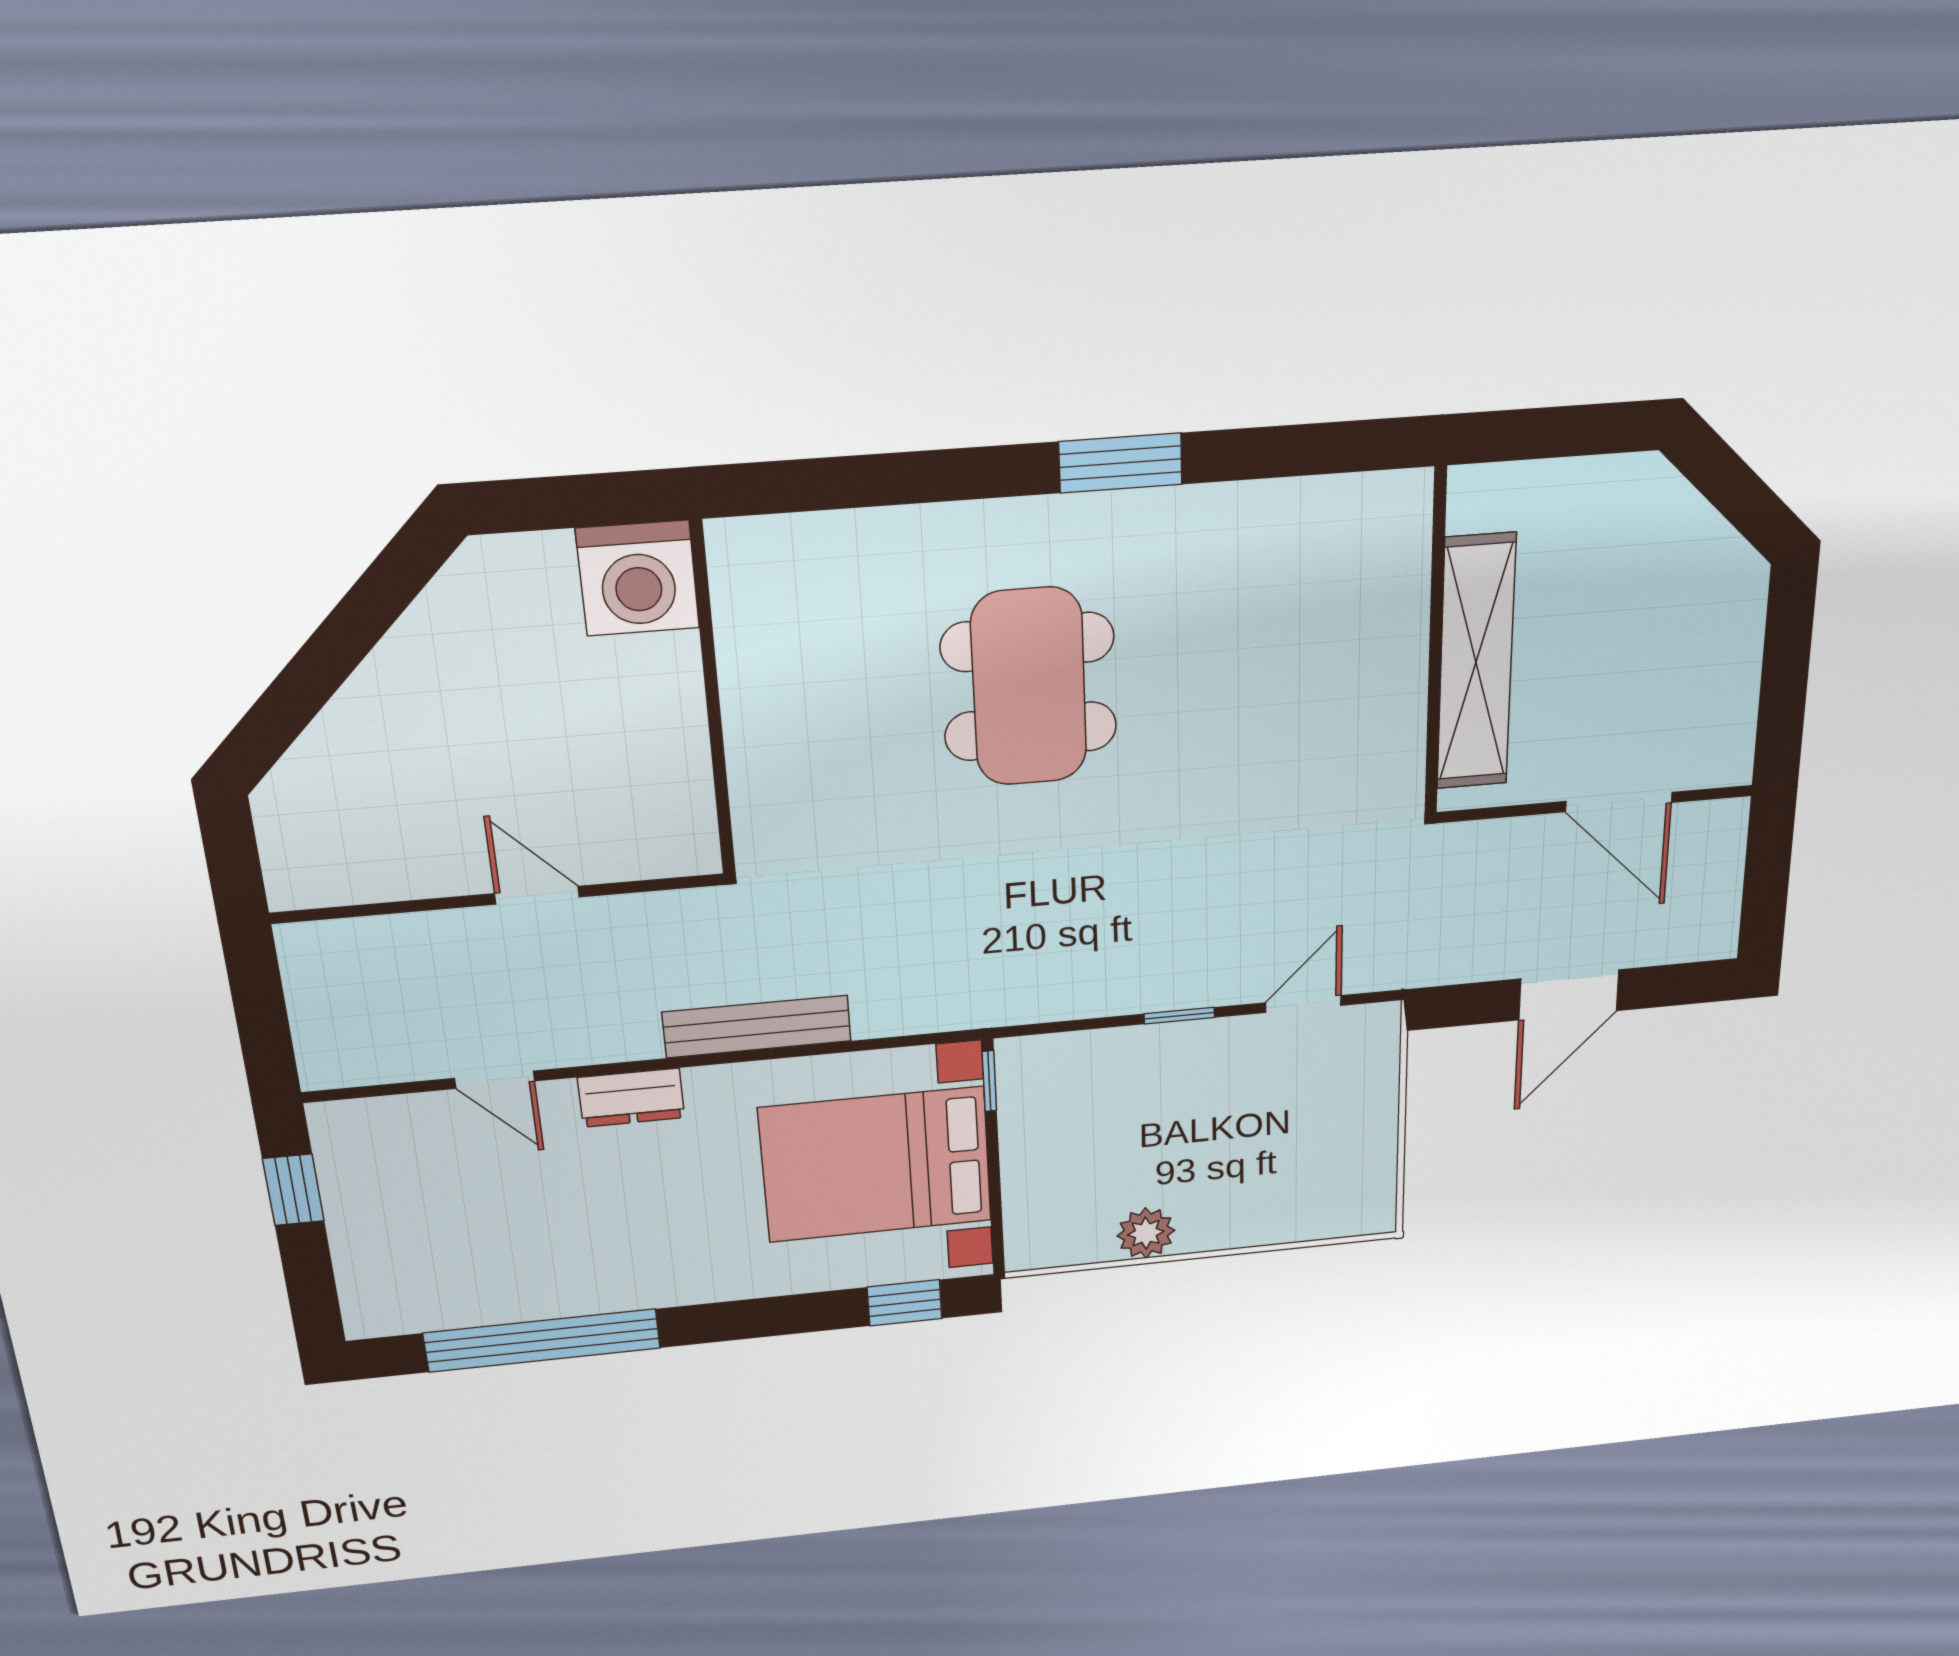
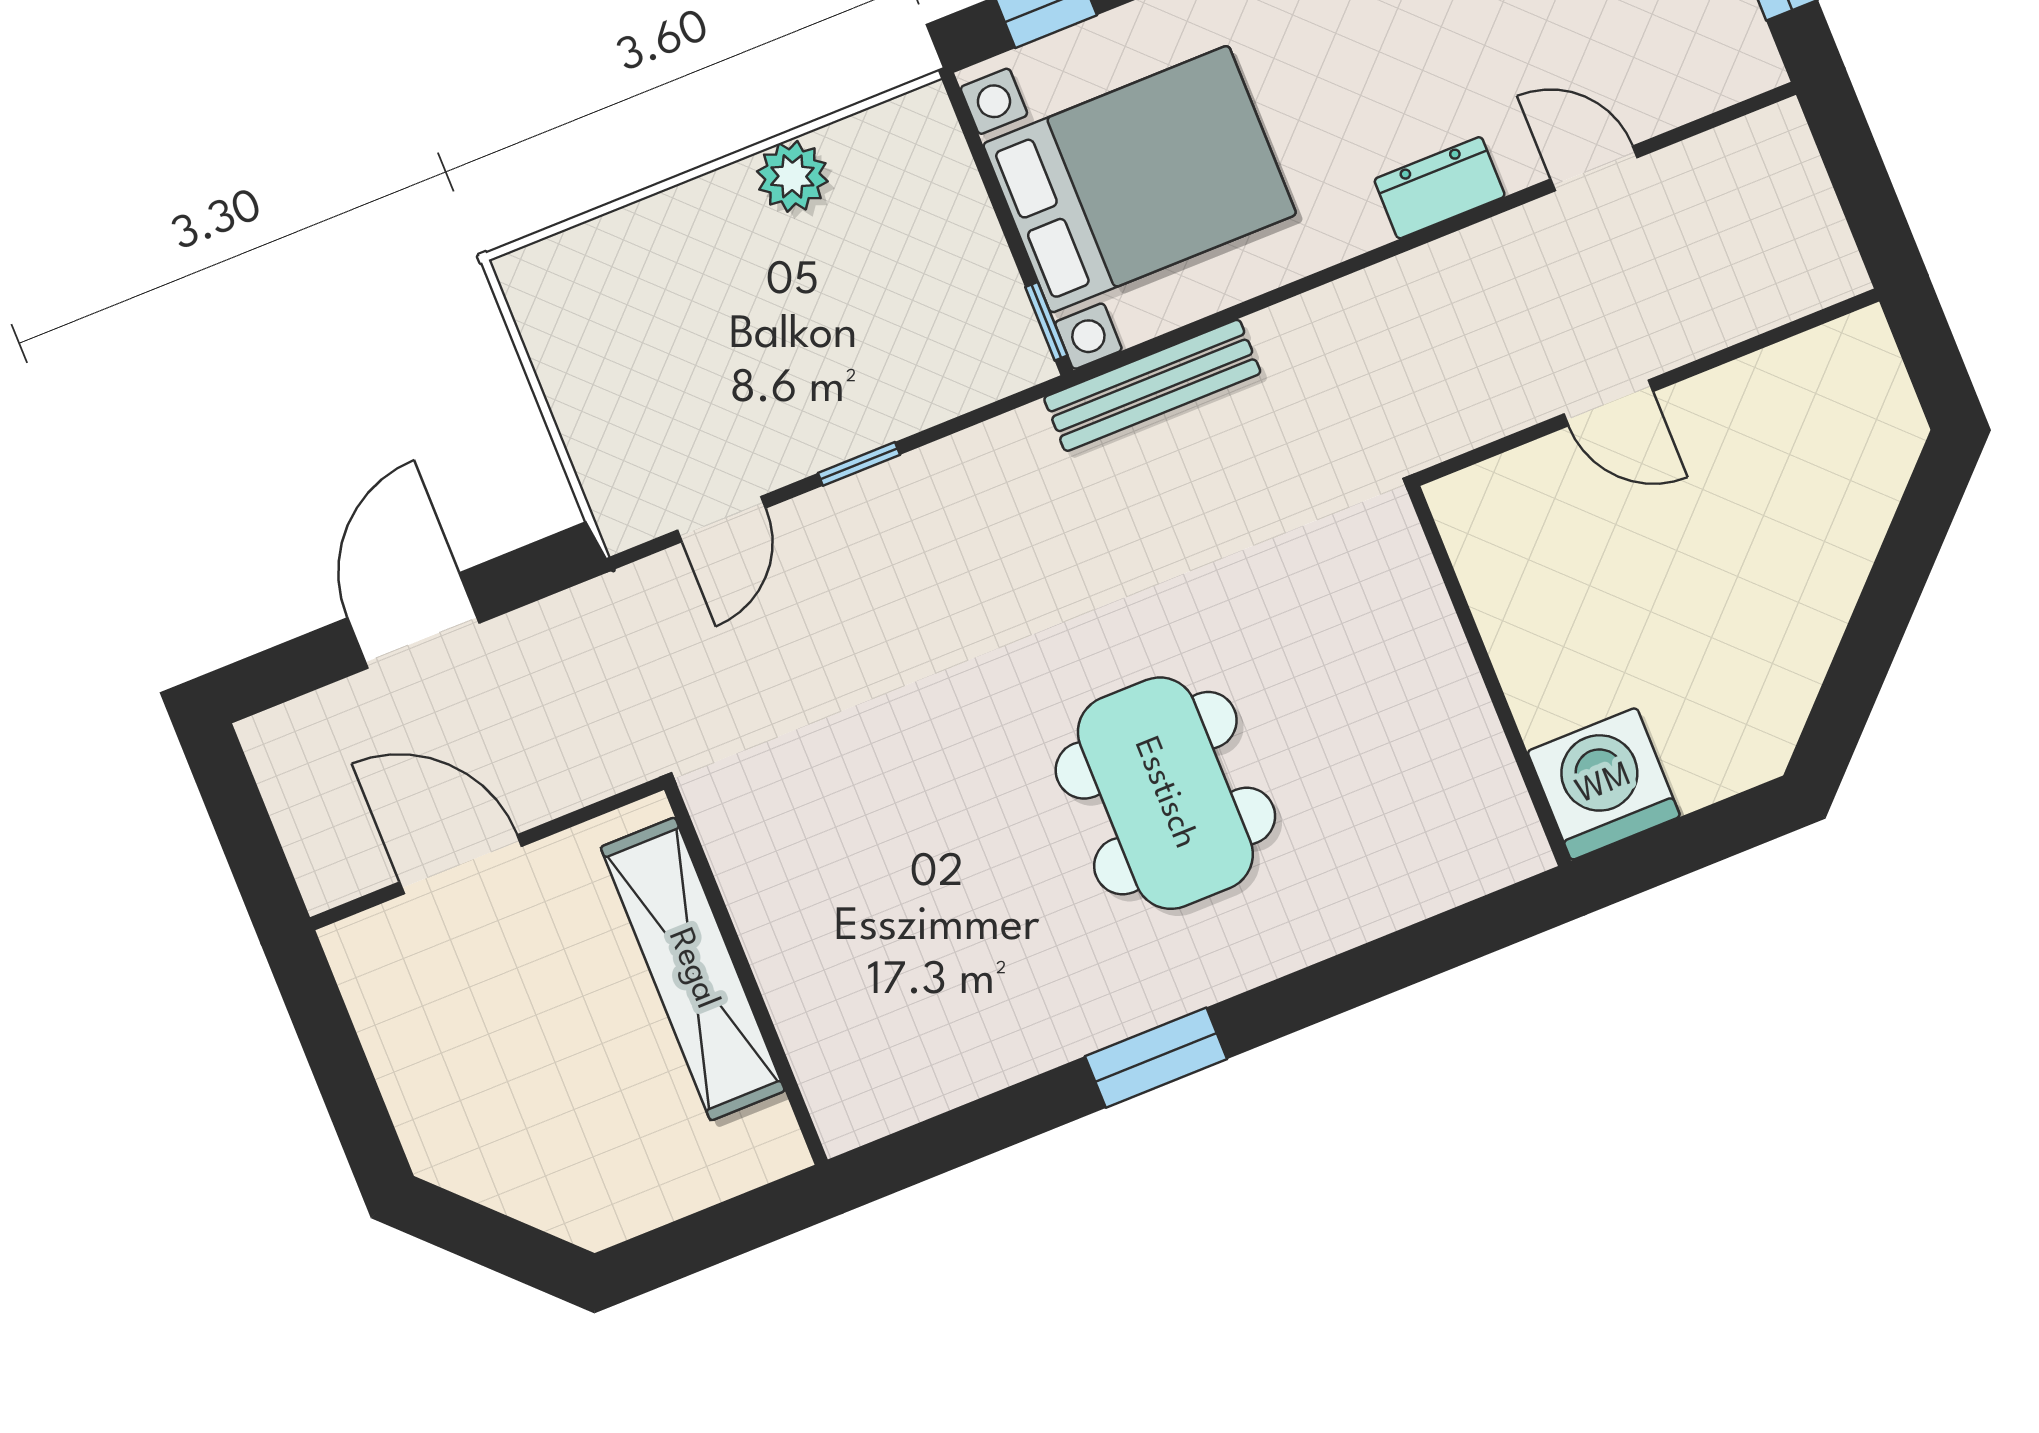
bench: (757, 1027) -> (1152, 385), moved

